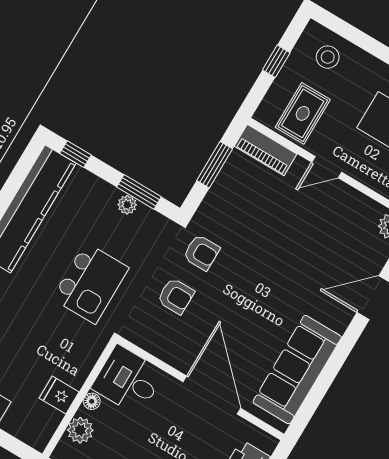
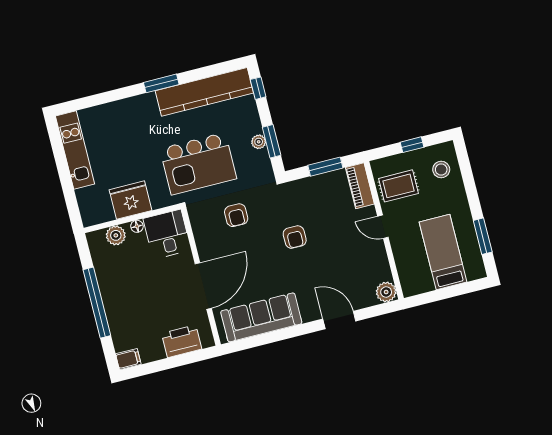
armchair: (201, 253) -> (295, 237), moved
kitchen island: (90, 283) -> (198, 164), width x1.37, depth x1.28
fridge: (59, 395) -> (130, 200), width x1.88, depth x1.34

